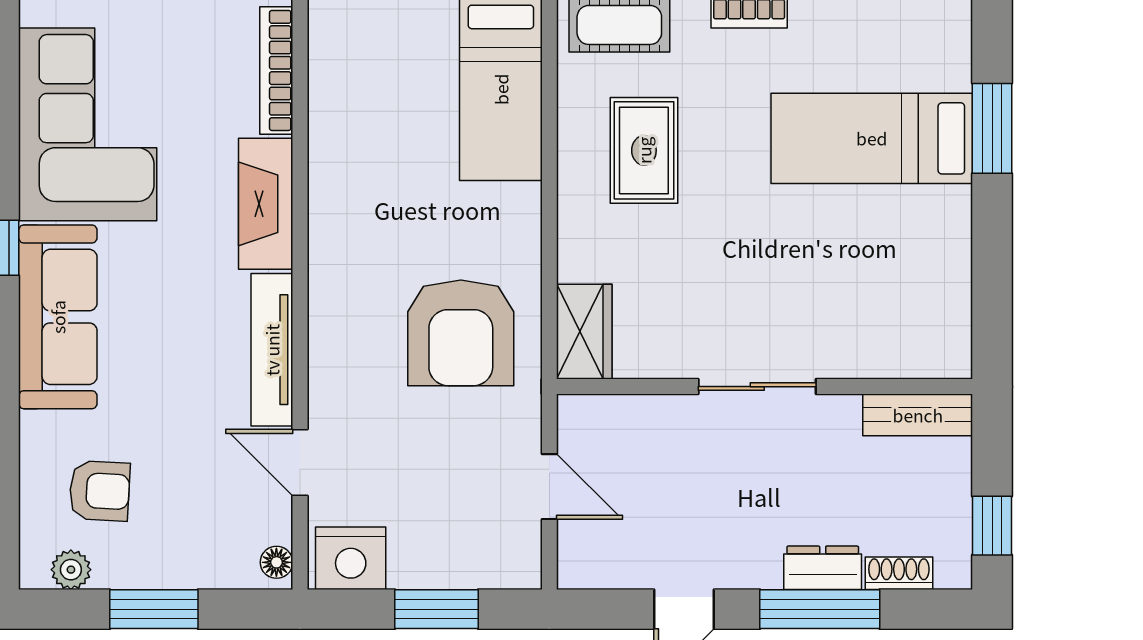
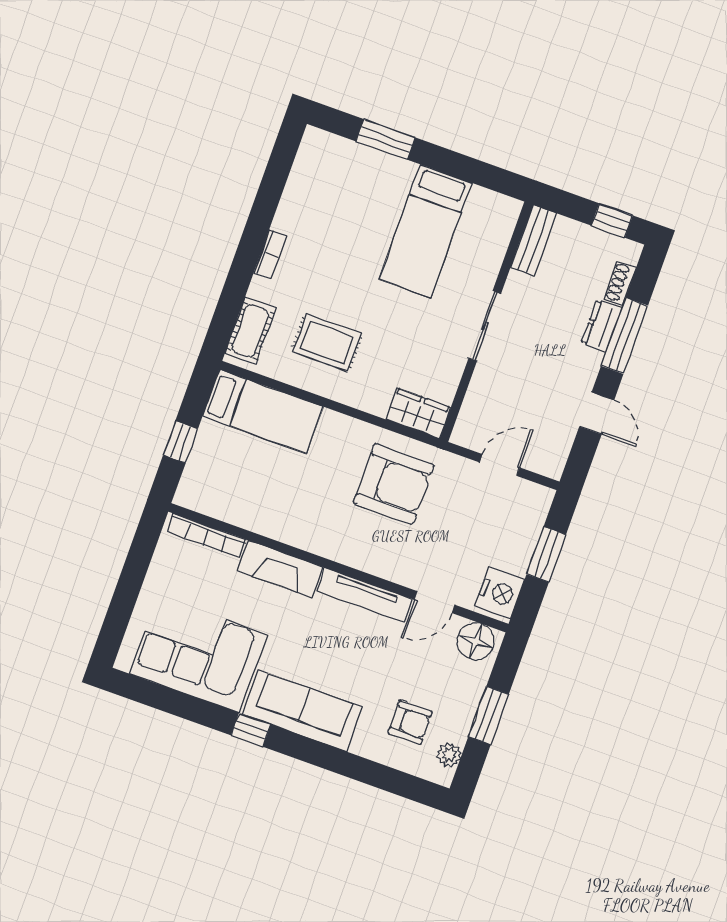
bed: (872, 138) -> (426, 231), moved
armchair: (100, 491) -> (410, 722), turned 87
floor lamp: (276, 562) -> (476, 641), width x1.89, depth x1.89

